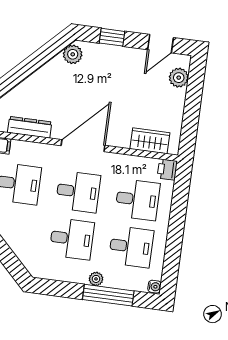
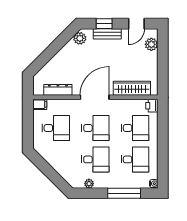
bench: (115, 53) -> (107, 34), added
wardrobe: (150, 141) -> (132, 88), width x1.50
plant: (96, 279) -> (89, 184), moved

